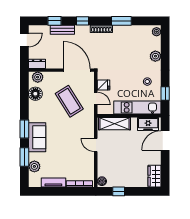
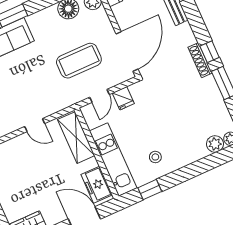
window: (83, 21) -> (210, 52), moved
plant: (155, 56) -> (215, 144), moved
coffee table: (69, 101) -> (79, 61), turned 32
door: (96, 145) -> (35, 125), swing flipped

